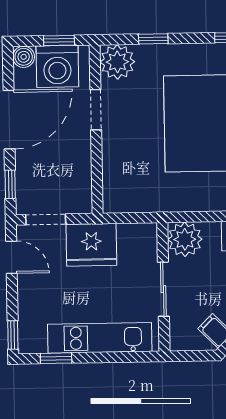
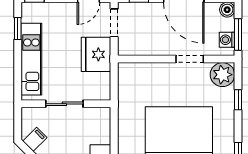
window: (59, 40) -> (238, 34), width x1.50
washing machine: (57, 66) -> (227, 40), width x0.53, depth x0.53
plant: (185, 239) -> (99, 119), removed

